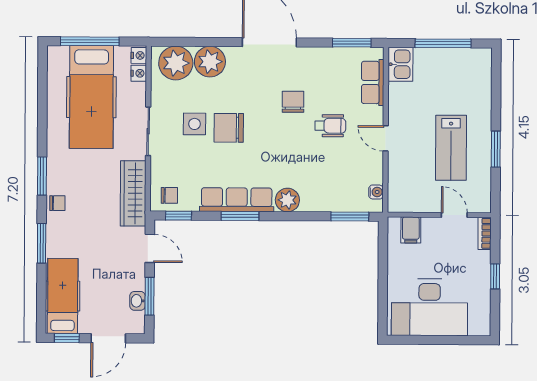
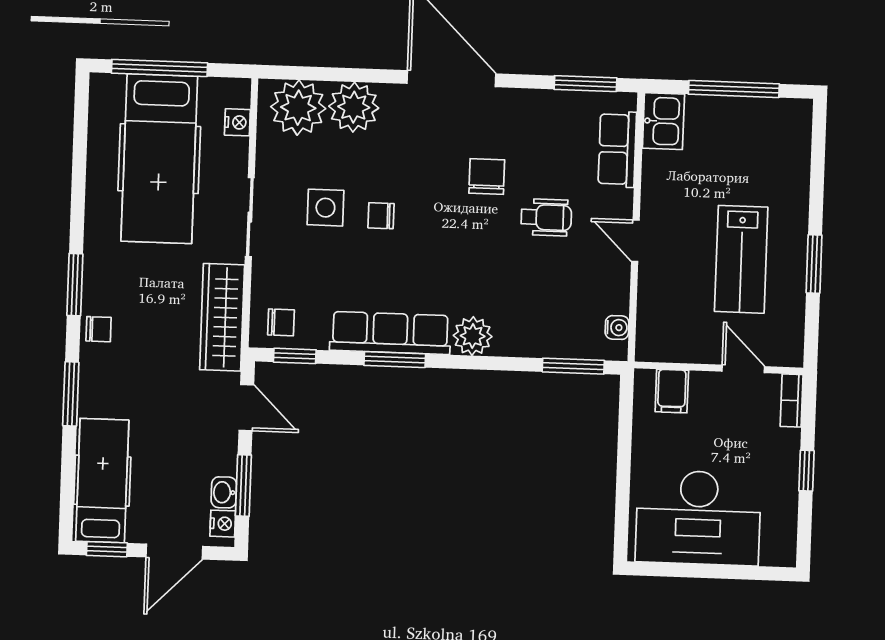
nightstand: (139, 55) -> (223, 524), moved
chair: (229, 128) -> (381, 216), width x0.54, depth x0.54

